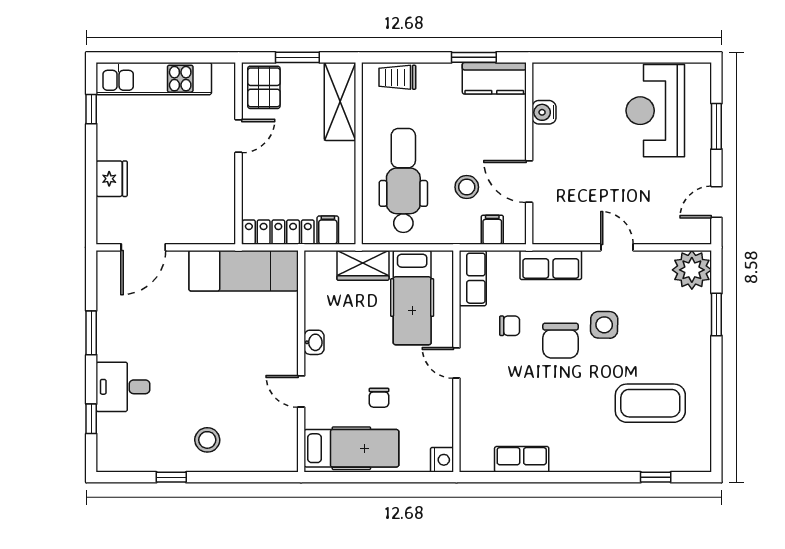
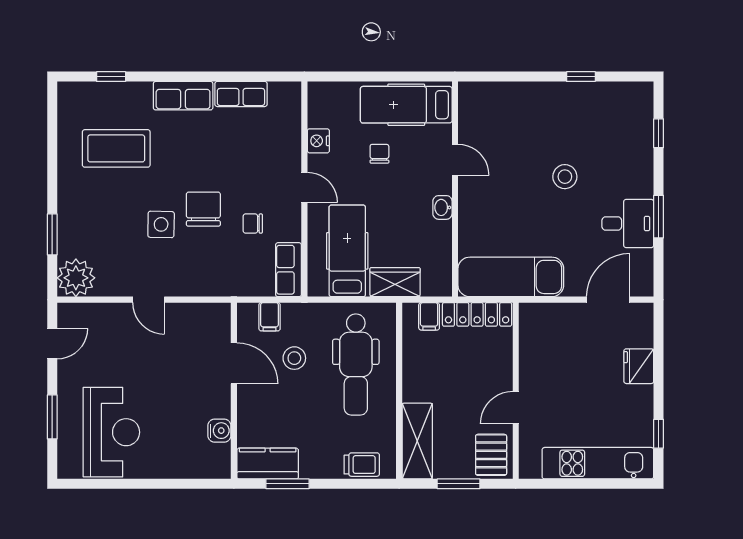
row of seats: (551, 265) -> (183, 96), moved, turned 180
desk: (123, 387) -> (628, 223), moved
stool: (207, 440) -> (565, 177), moved
nightstand: (442, 460) -> (318, 141), moved

